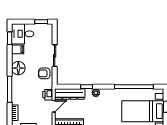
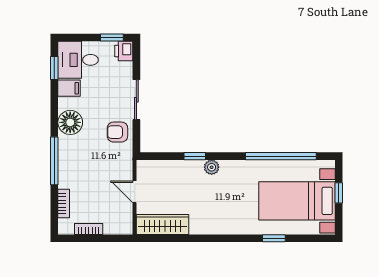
dresser: (70, 94) -> (164, 170), removed
printer: (48, 95) -> (124, 51), moved
door: (54, 106) -> (135, 192), swing flipped

